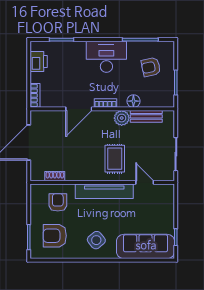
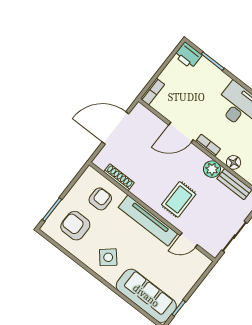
printer: (39, 62) -> (188, 55), moved, turned 90
shoe rack: (55, 176) -> (119, 177), width x1.43
door: (145, 182) -> (189, 240), swing flipped

